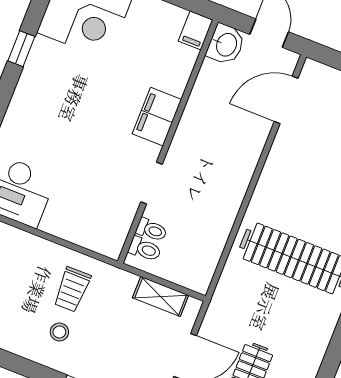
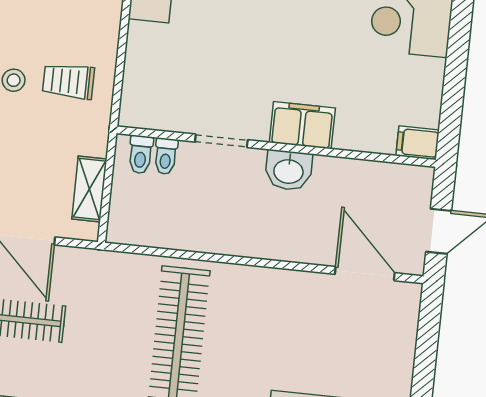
washbasin: (226, 44) -> (289, 170), moved

